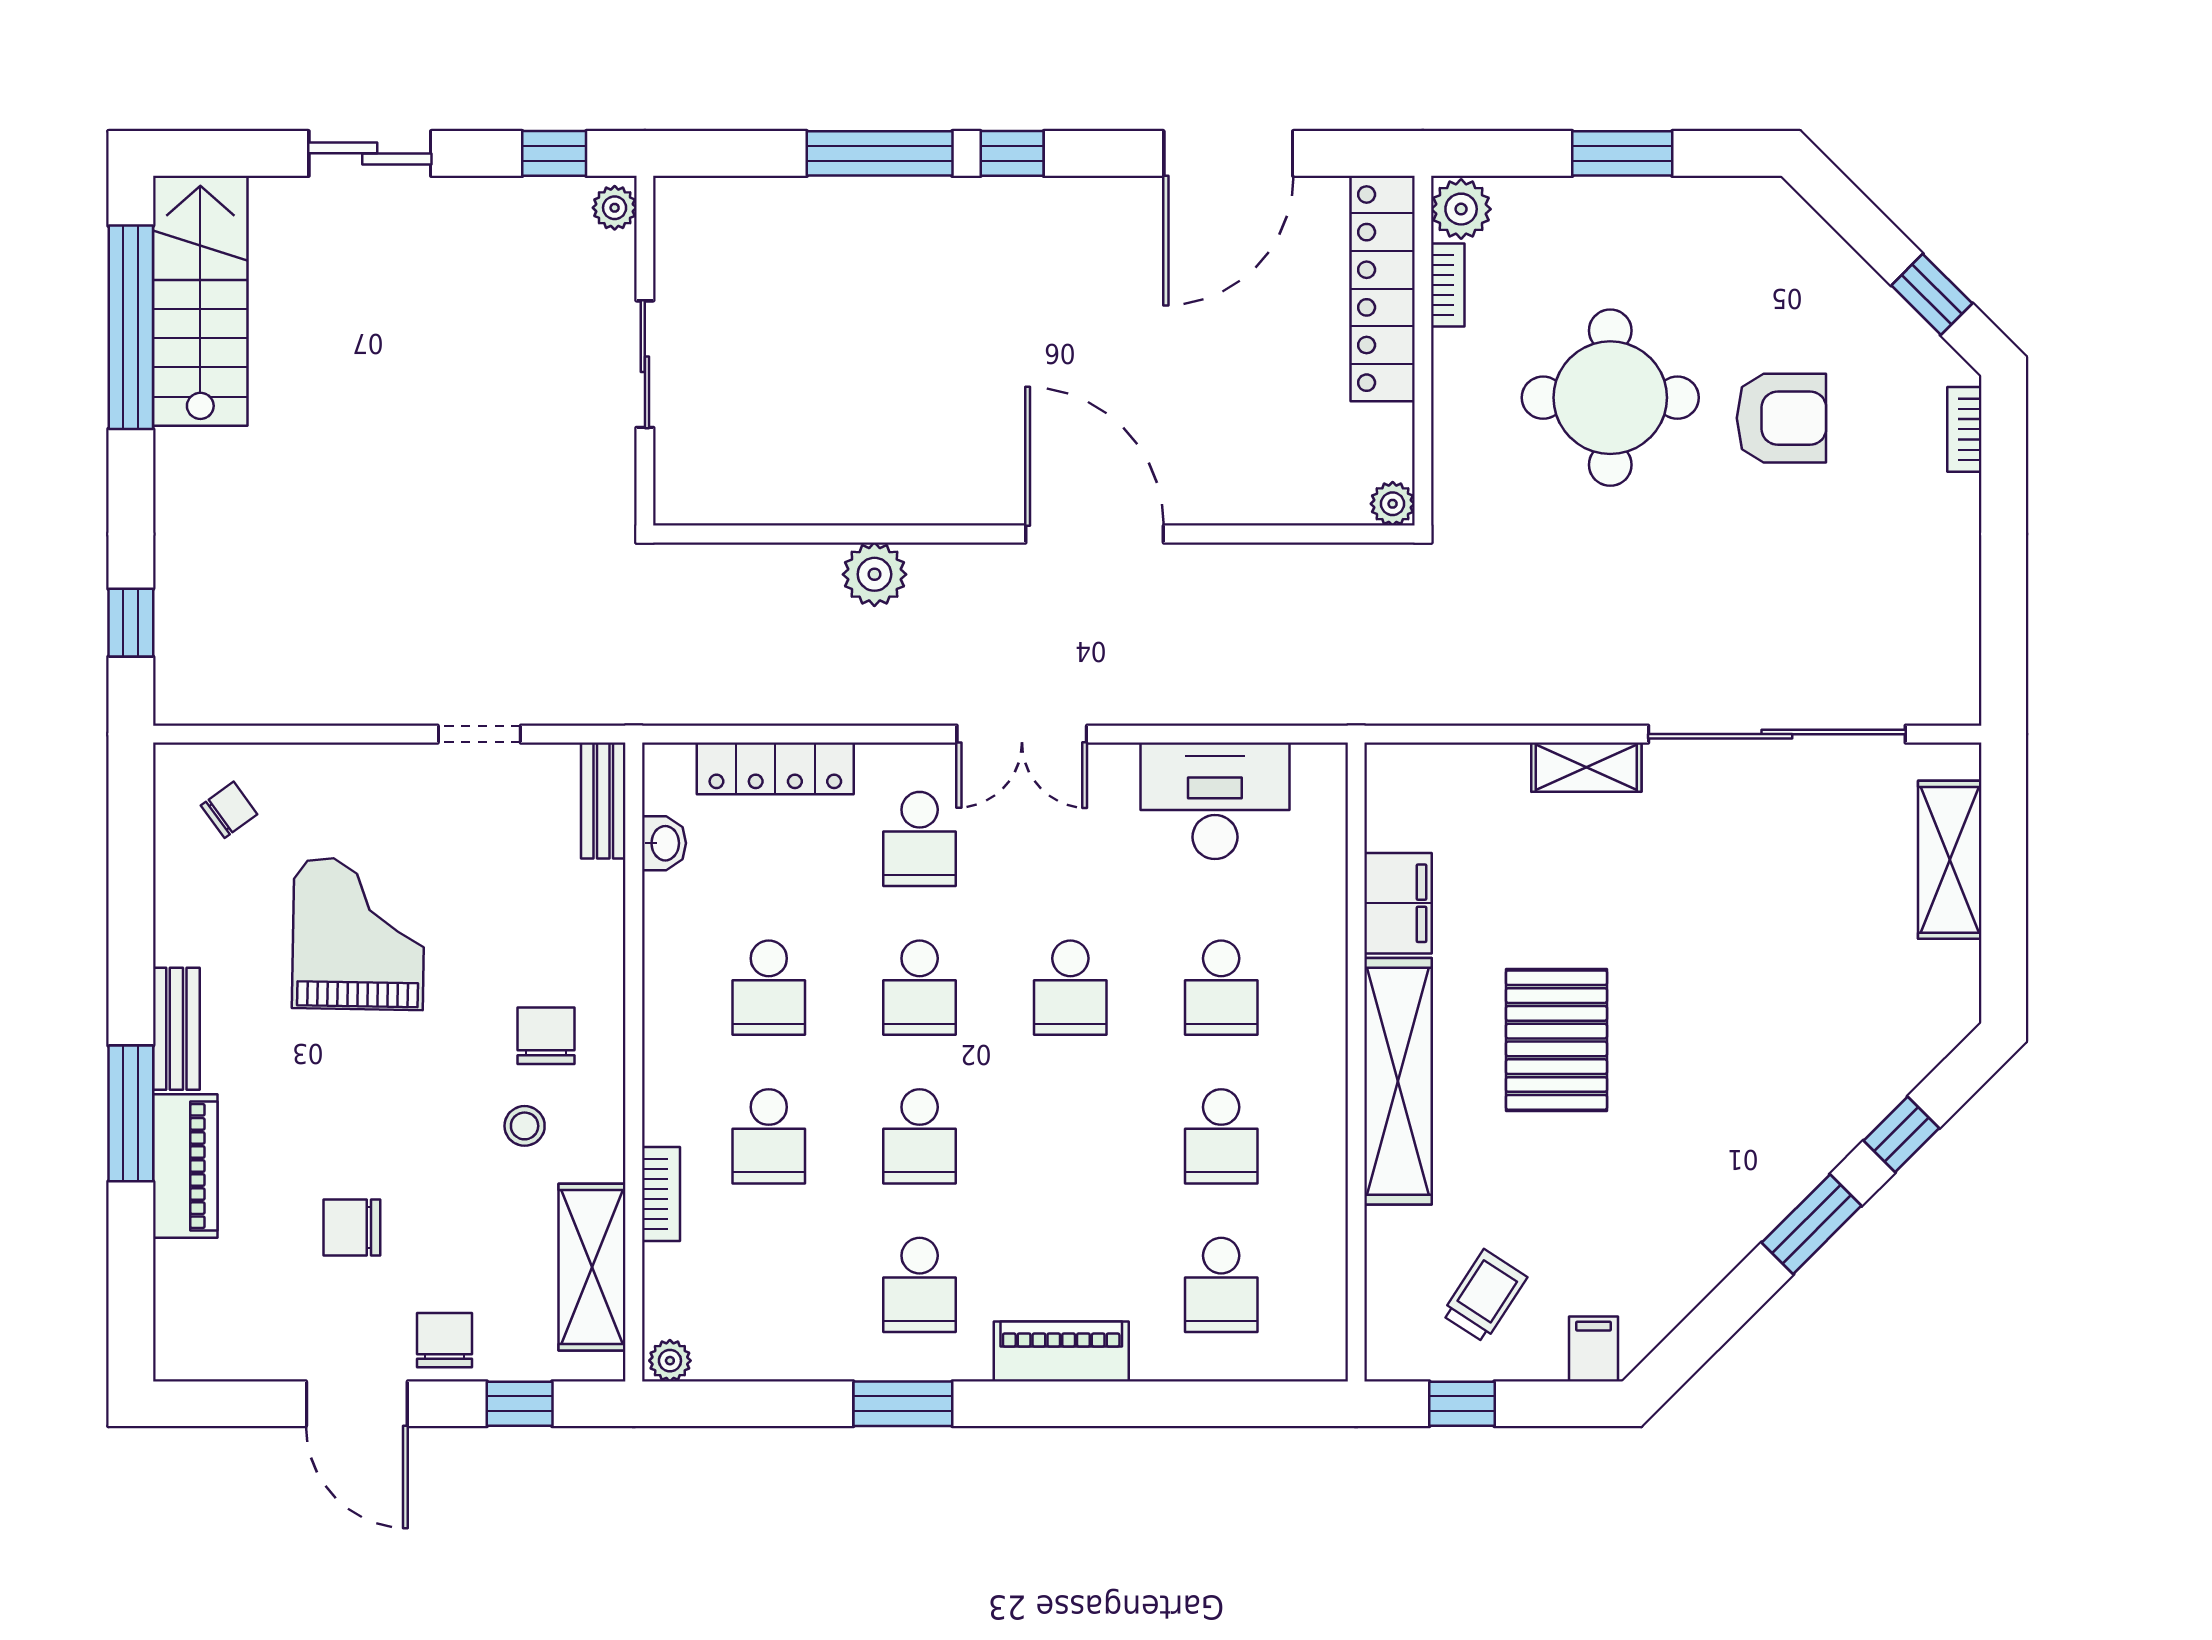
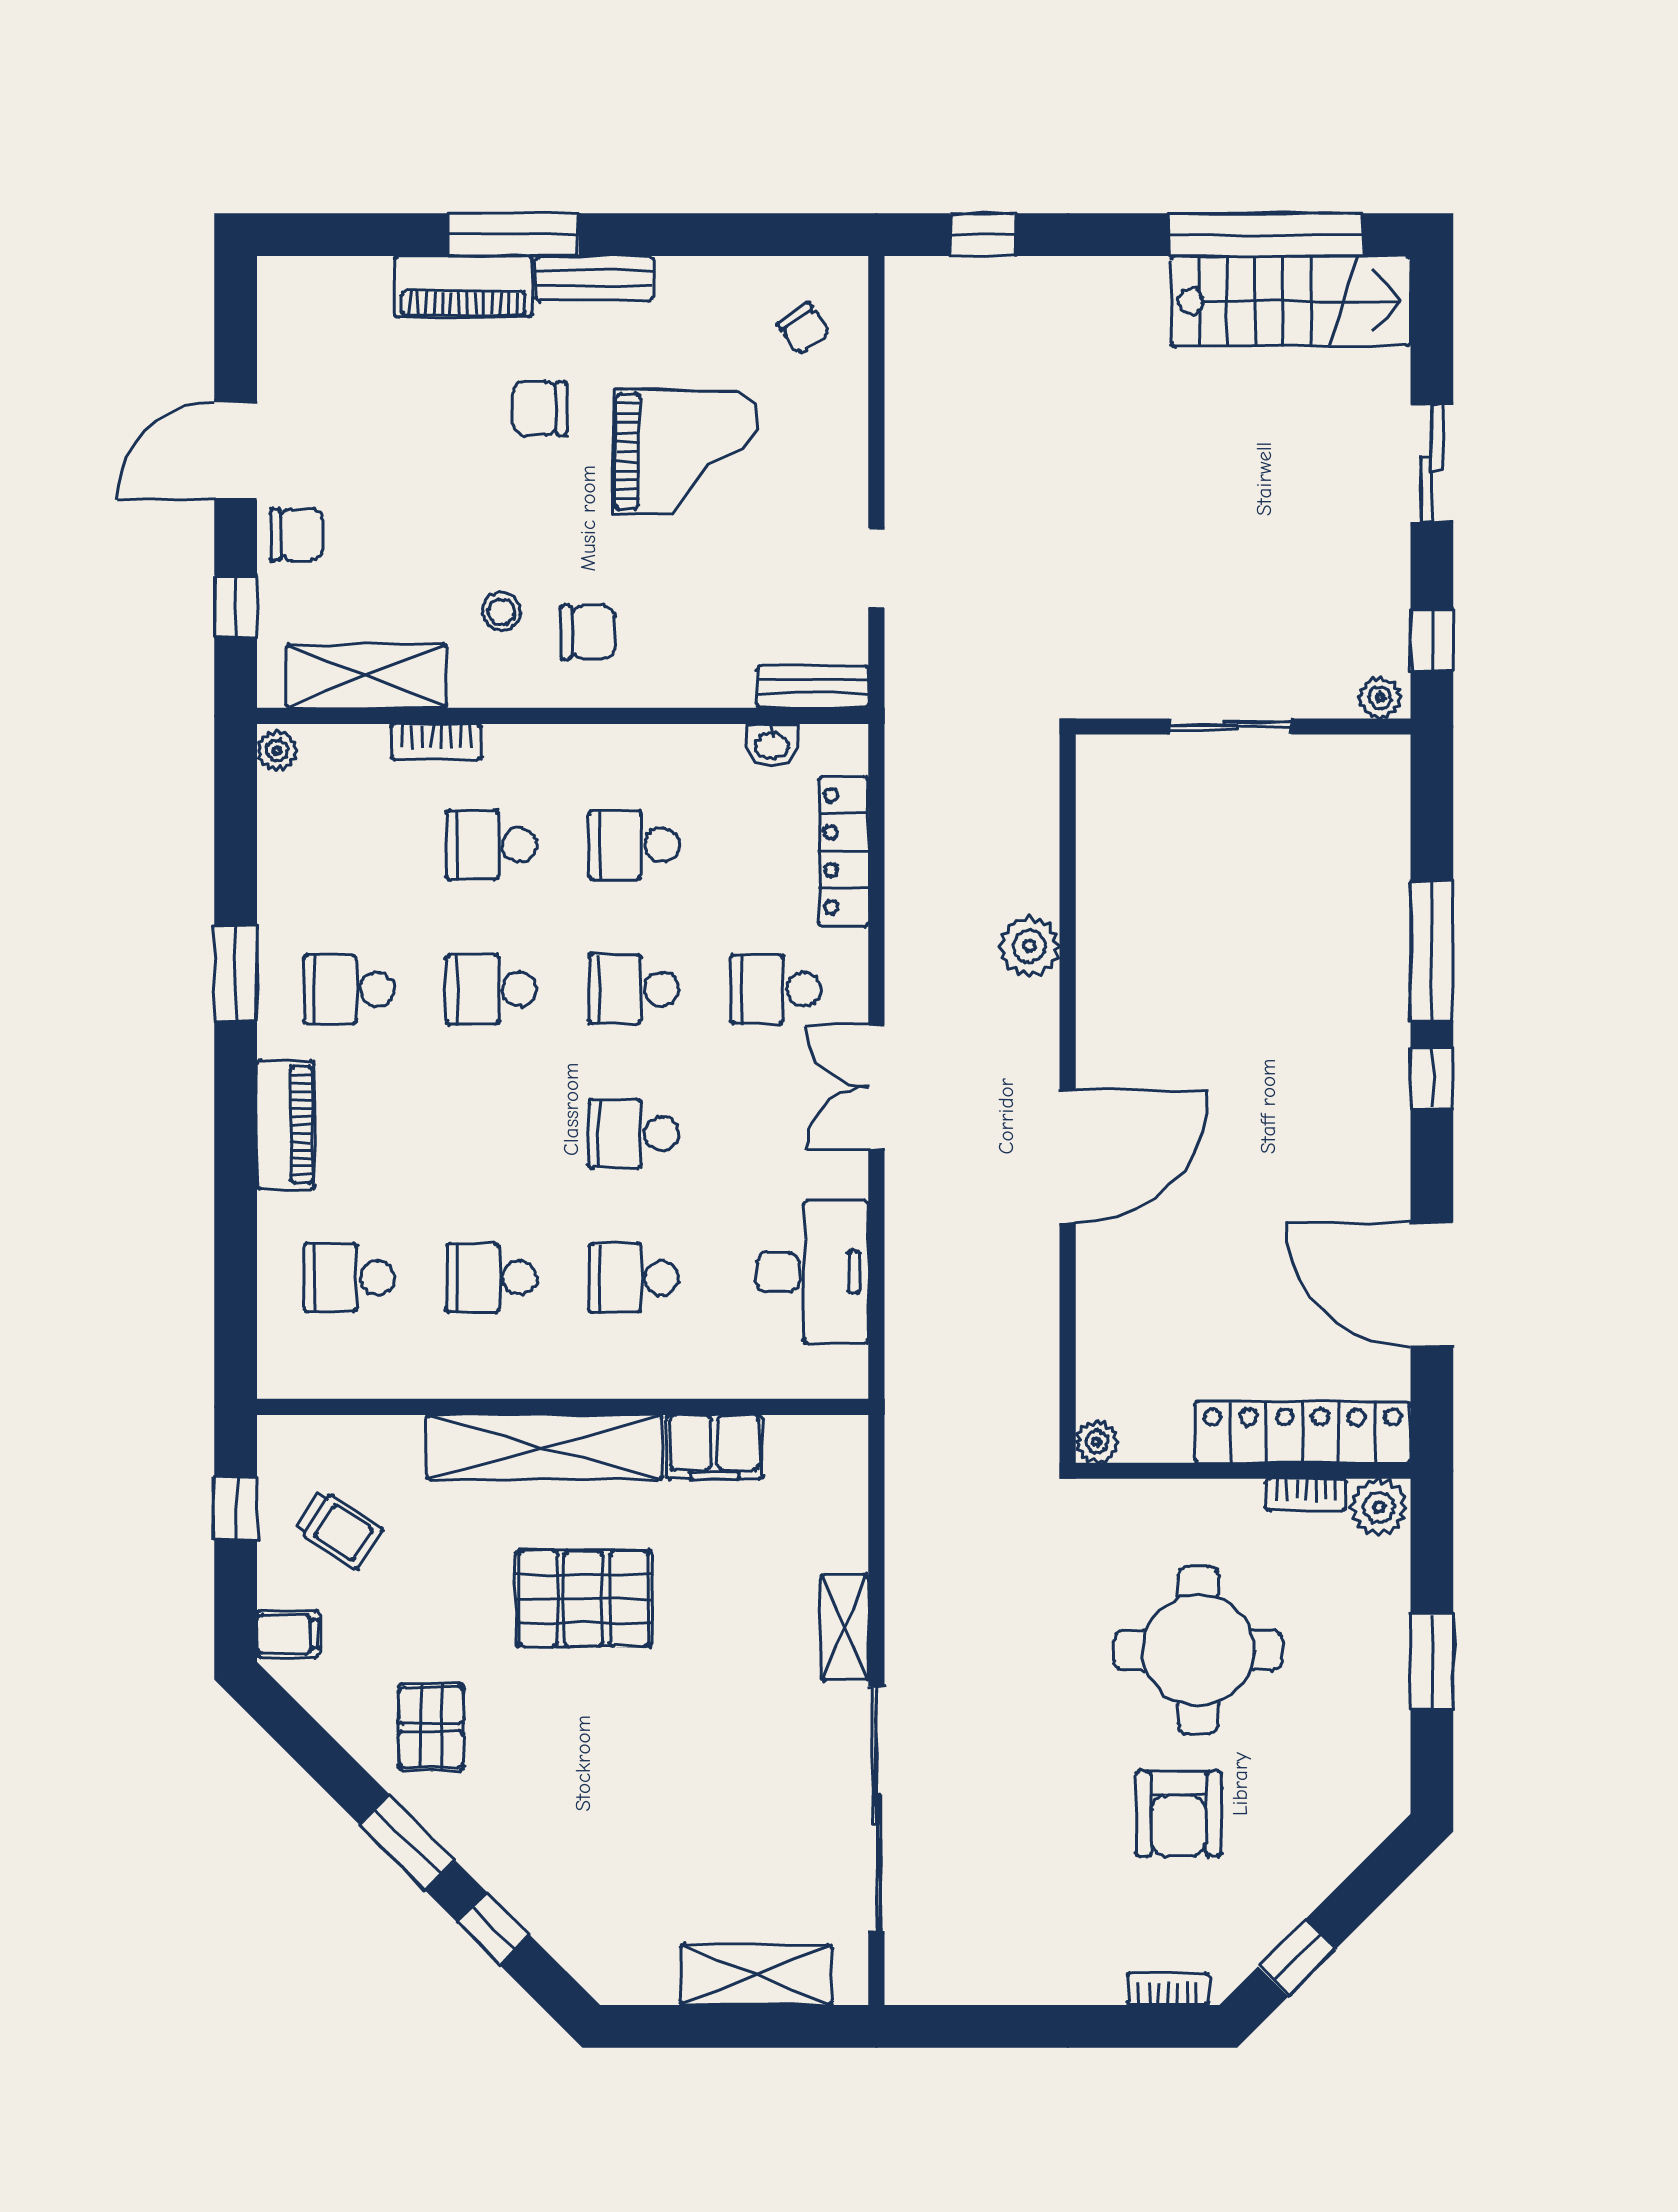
pallet: (1691, 1200) -> (431, 1727), added
chair: (352, 1227) -> (540, 409), moved, turned -91

